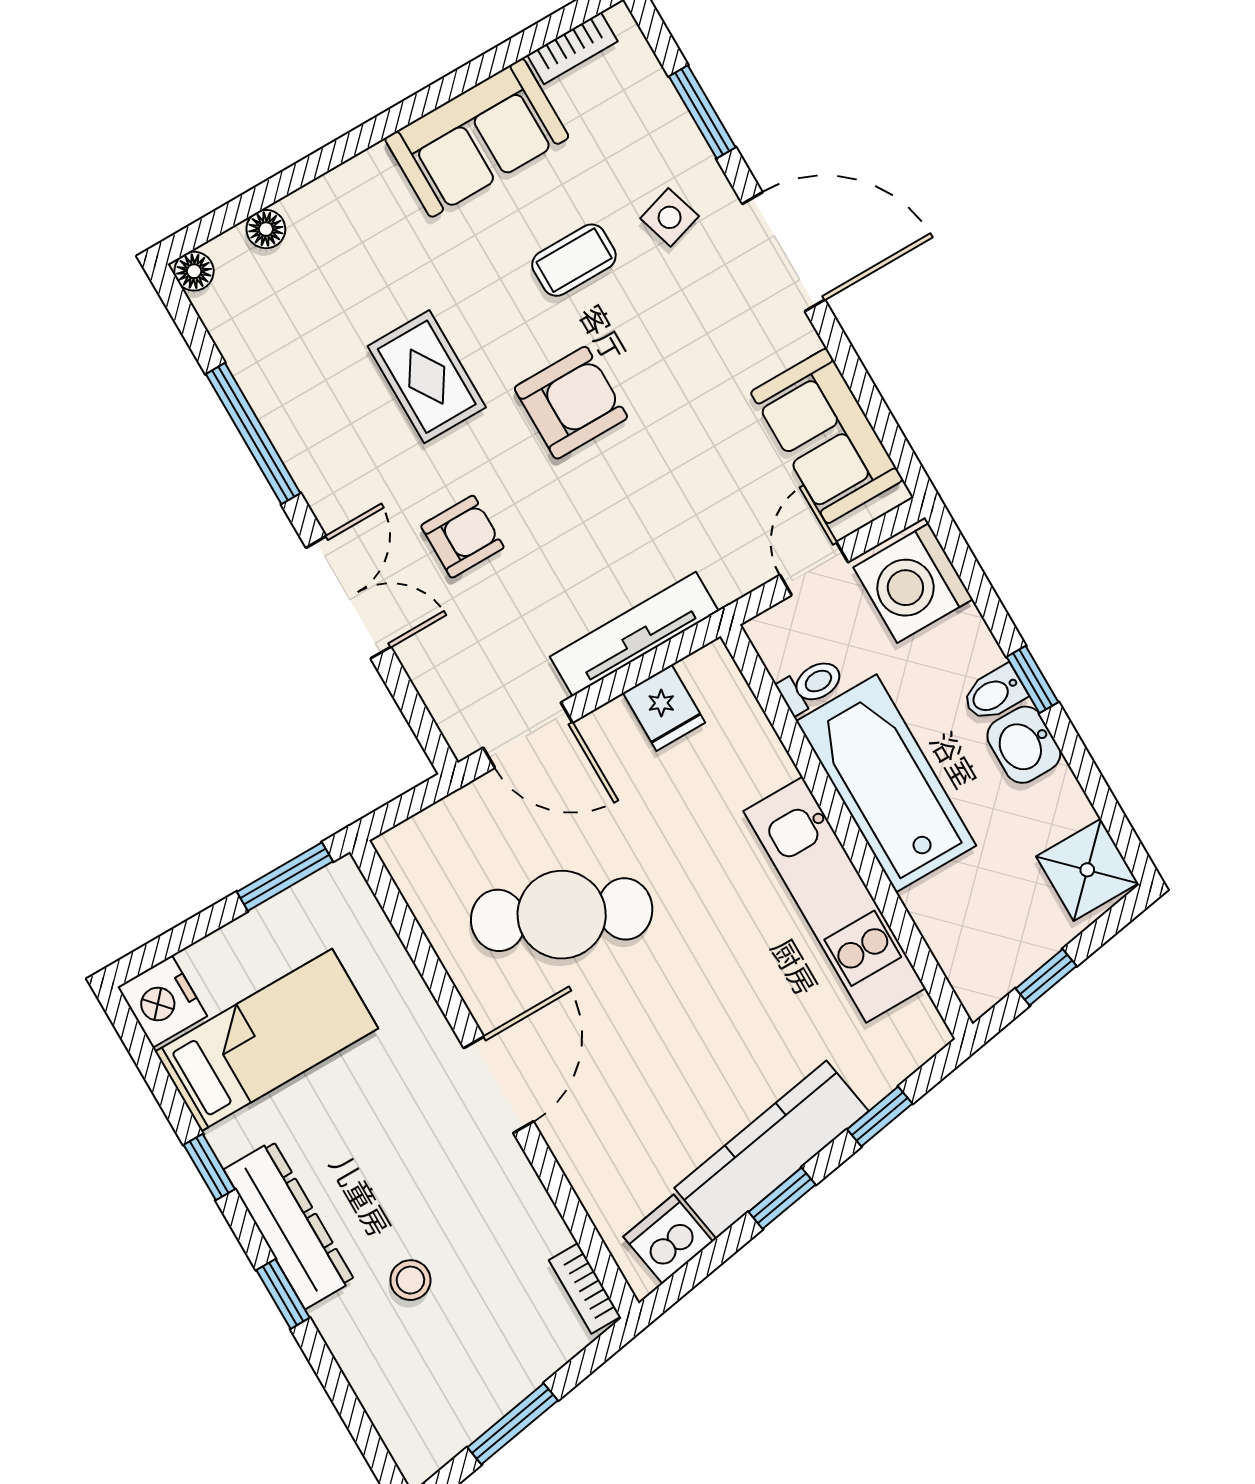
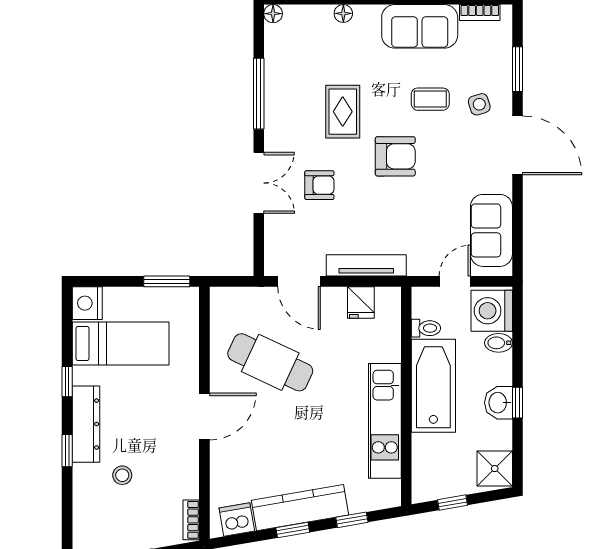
floor lamp: (266, 229) -> (343, 13), moved
window: (1033, 680) -> (517, 403), moved
bidet: (994, 694) -> (499, 343), moved

